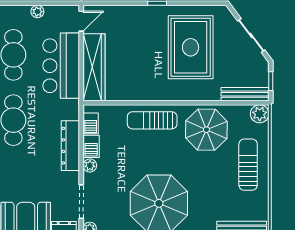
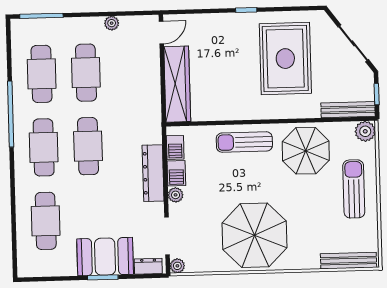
bar counter: (61, 66) -> (140, 83), removed

